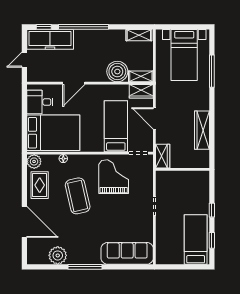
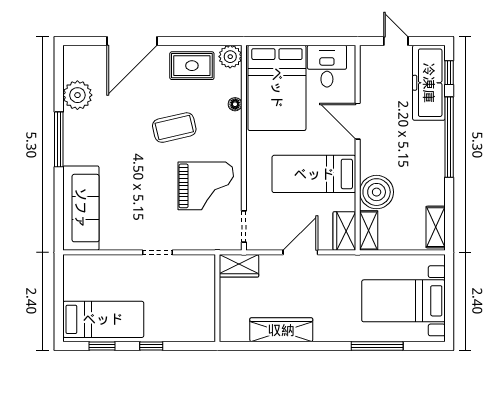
bed: (116, 126) -> (314, 174), moved, turned 180
coffee table: (78, 196) -> (174, 128), width x0.73, depth x0.76

